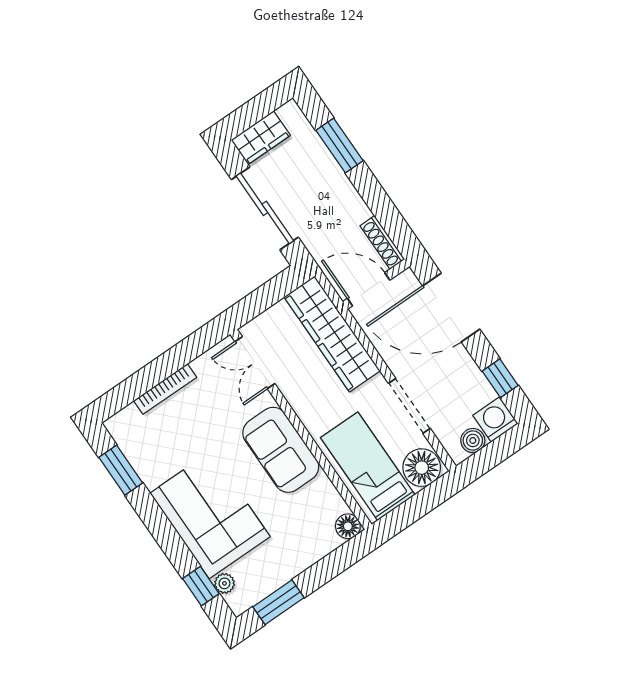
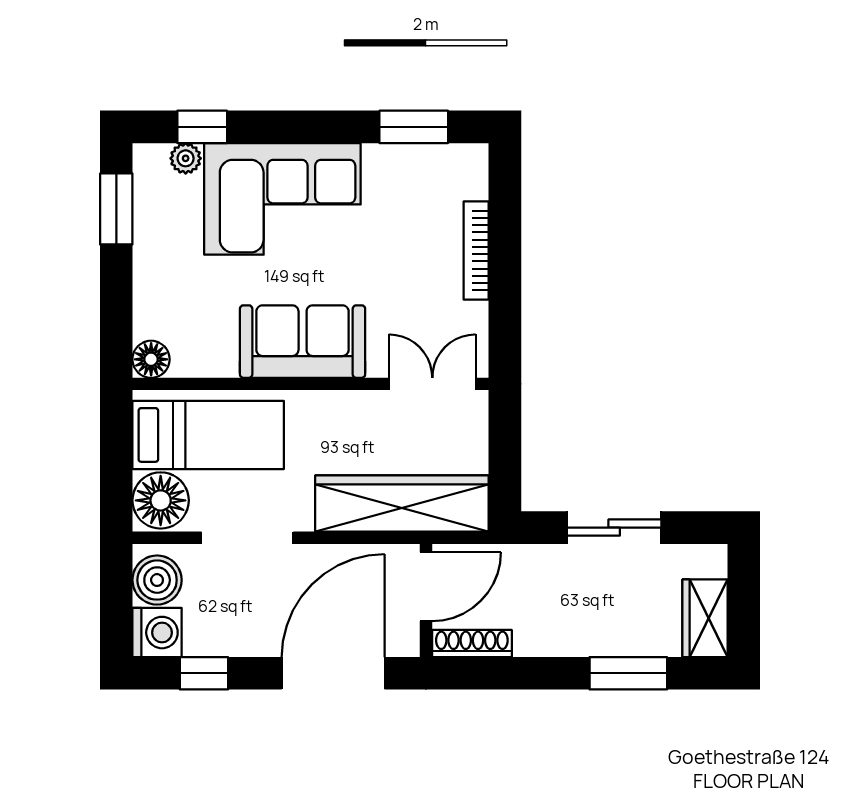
wardrobe: (261, 138) -> (705, 618), moved
sliding door: (265, 208) -> (614, 528), width x0.73
boiler: (473, 440) -> (157, 580), width x1.36, depth x1.36

